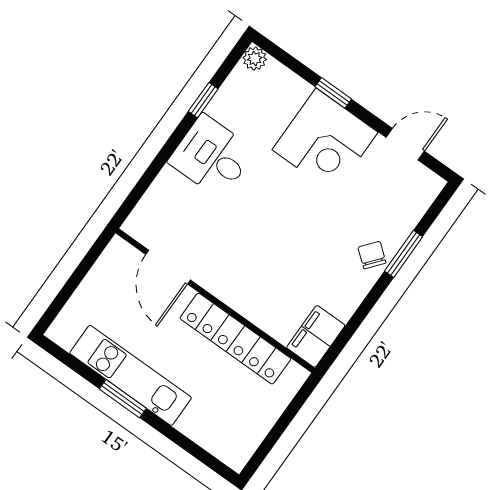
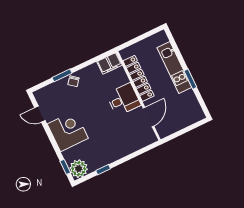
plant: (255, 59) -> (79, 169), width x1.87, depth x1.87
window: (333, 93) -> (65, 167), moved
desk: (212, 156) -> (124, 99), moved, turned -90
kitchen unit: (131, 375) -> (174, 68), moved

